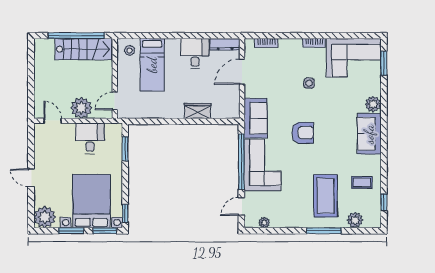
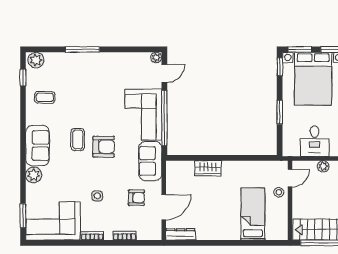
bookcase: (266, 43) -> (125, 236), moved
stool: (130, 50) -> (279, 192), moved
desk: (195, 54) -> (210, 225), removed
armchair: (269, 81) -> (136, 198), added
plant: (81, 108) -> (323, 166), width x0.53, depth x0.53
armchair: (303, 133) -> (104, 147), turned 180
window: (125, 149) -> (280, 112), moved
coffee table: (326, 196) -> (78, 139), moved, width x0.54, depth x0.58
plant: (355, 220) -> (36, 60), moved
plant: (264, 223) -> (156, 58), moved

